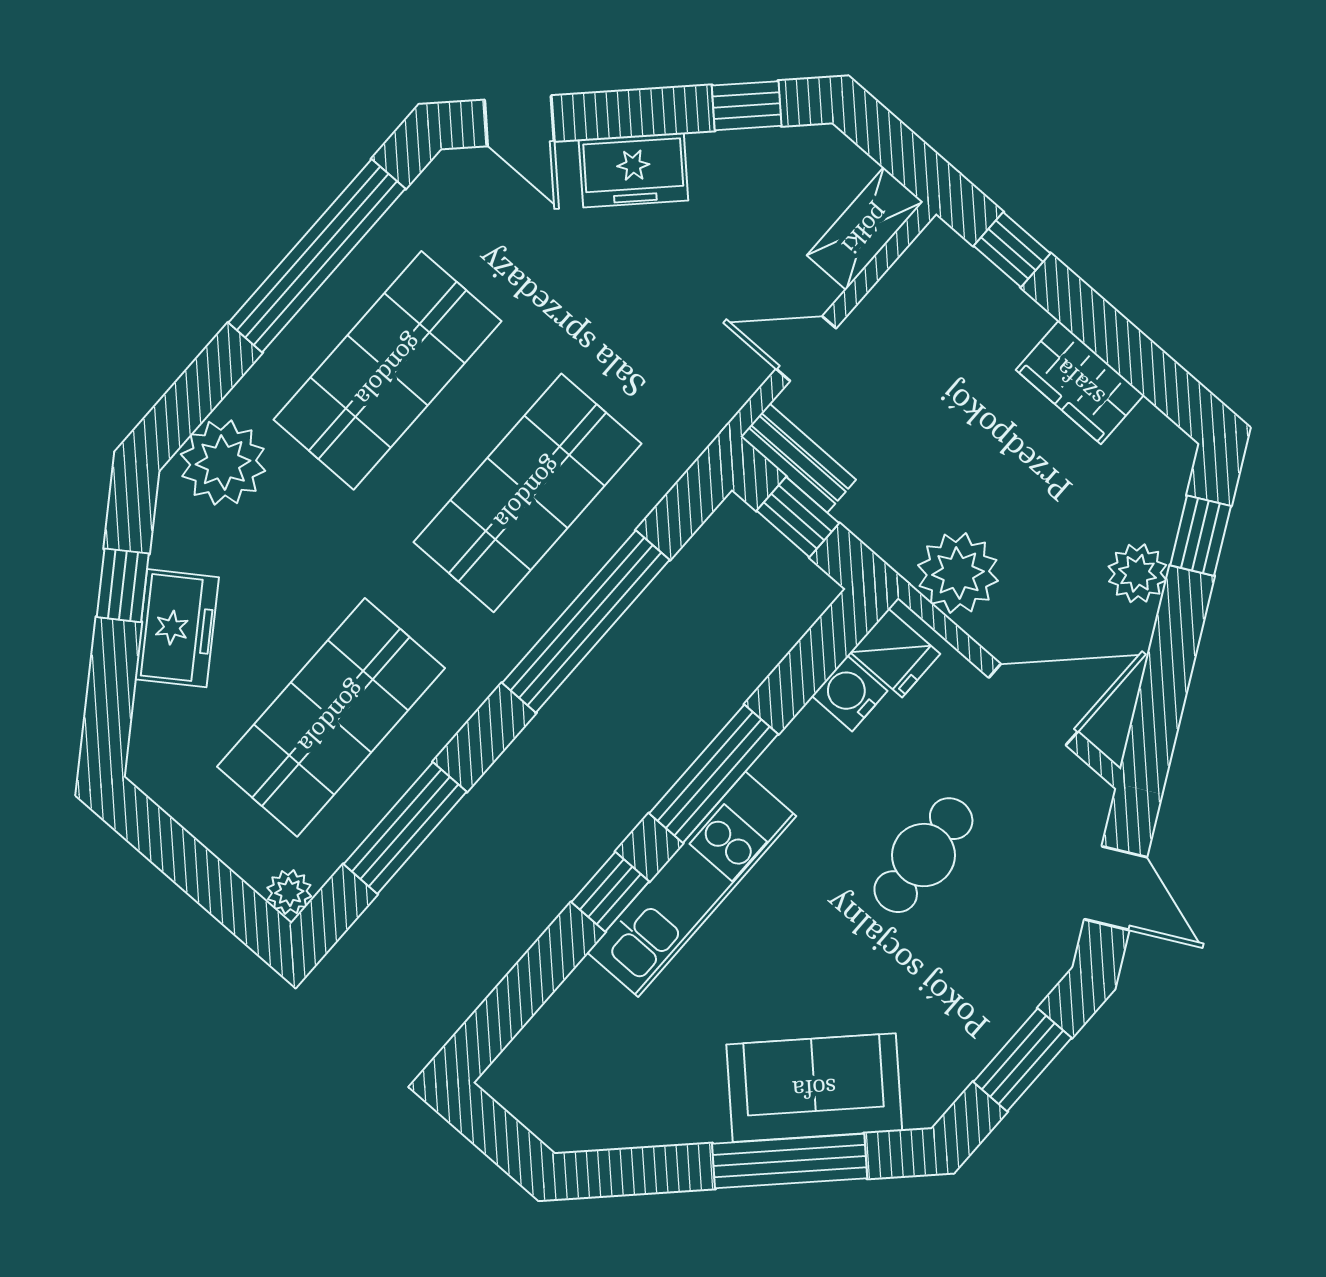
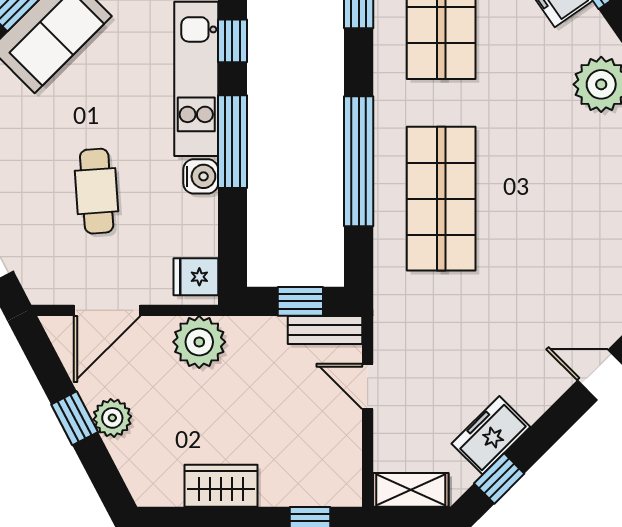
freezer: (633, 170) -> (491, 435), moved
shelving: (865, 229) -> (411, 490), moved, turned 90
door: (806, 349) -> (368, 386), swing flipped
shop shelf: (388, 370) -> (561, 199), removed
window: (1201, 536) -> (75, 418), moved
water cooler: (850, 693) -> (201, 176), moved

